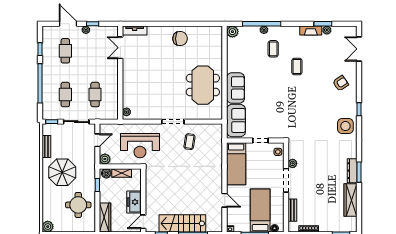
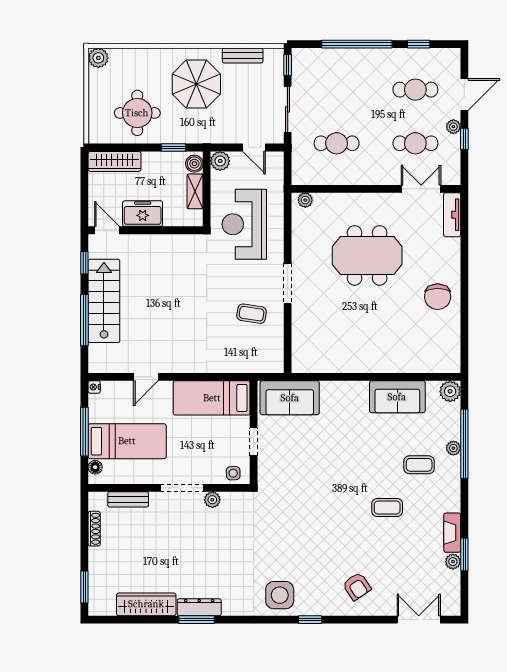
meeting table: (203, 85) -> (367, 255), moved
sofa: (235, 88) -> (397, 397), moved
cafe table: (65, 95) -> (415, 143), moved

